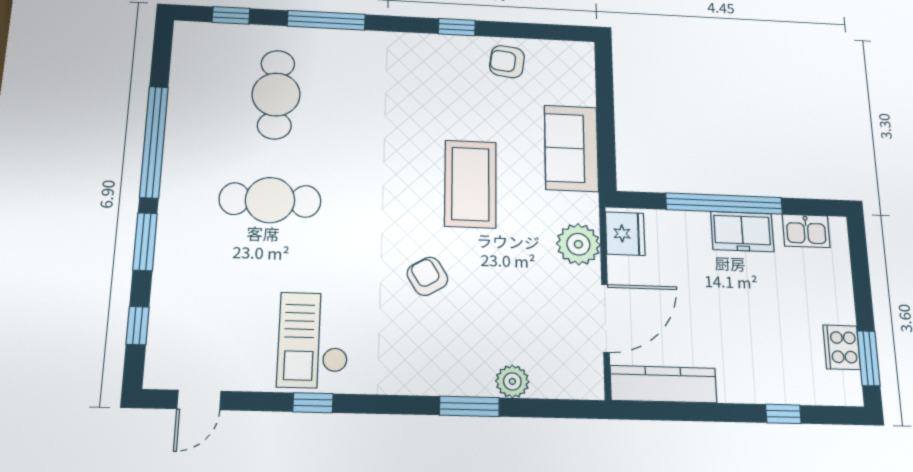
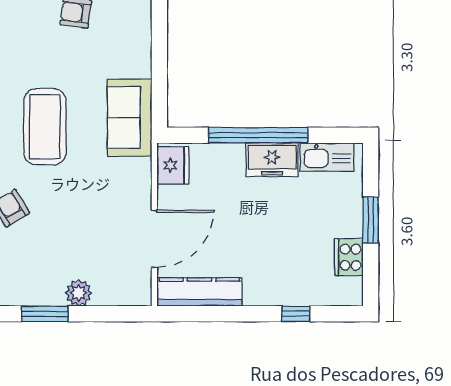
sofa: (571, 148) -> (130, 118), moved
kitchen sink: (806, 231) -> (327, 157), width x1.38
plant: (578, 244) -> (134, 176), removed
window: (869, 358) -> (371, 220), moved

